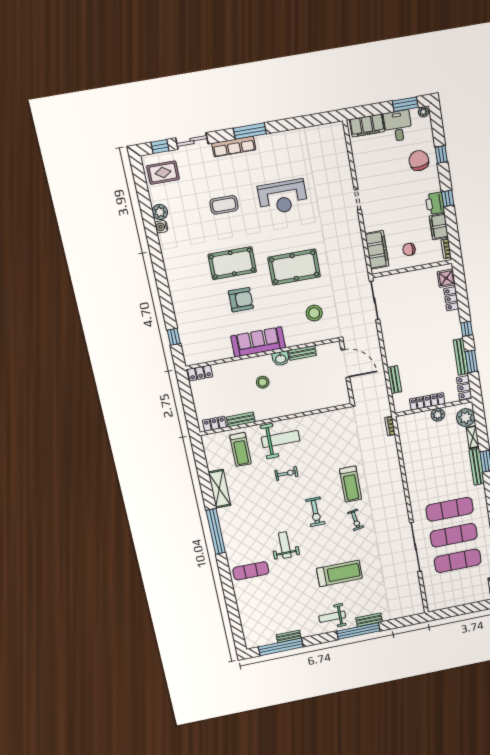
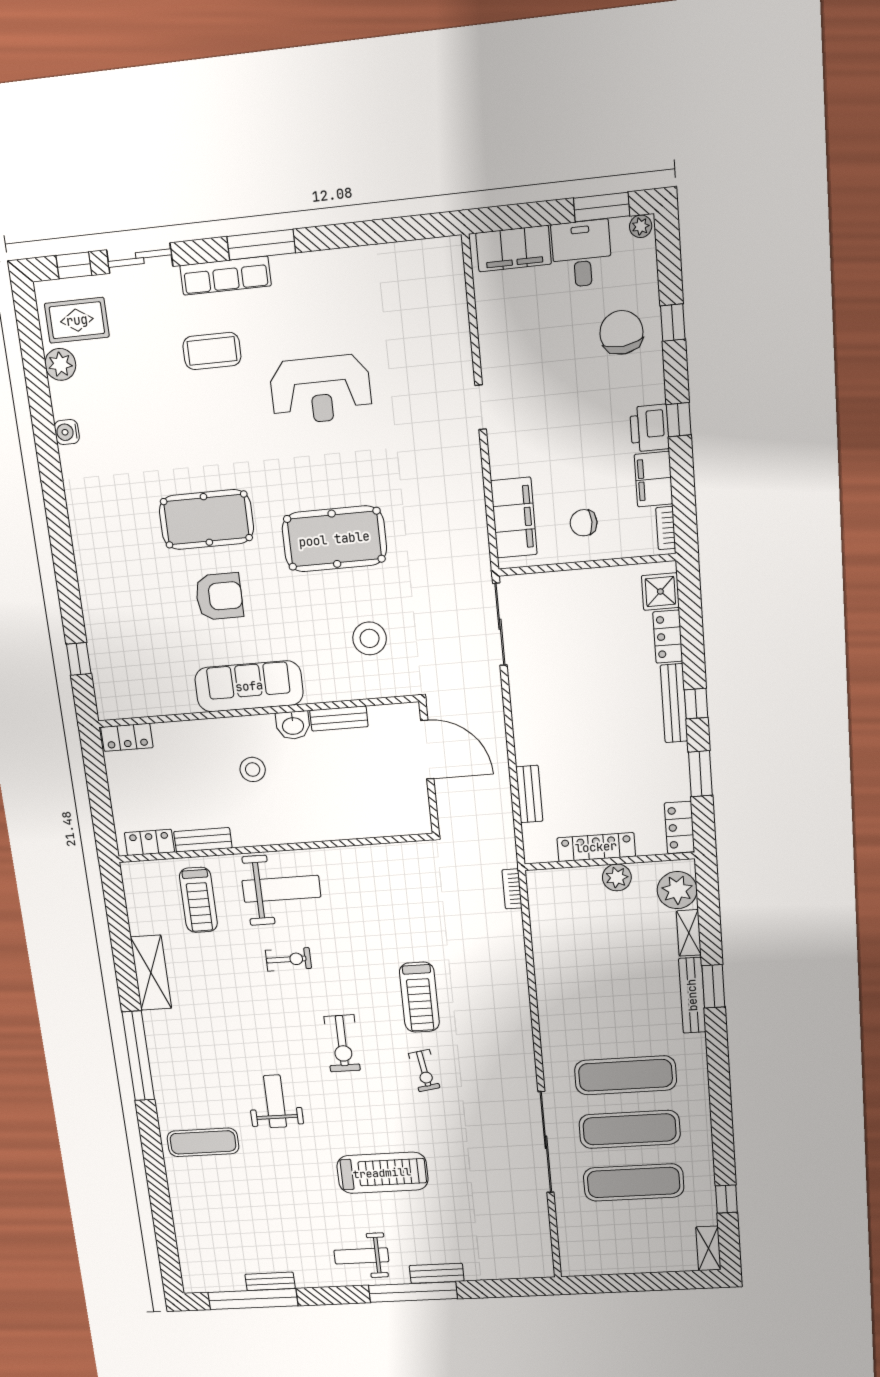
coffee table: (224, 205) -> (212, 351), moved
plant: (160, 212) -> (60, 364), moved
bench: (461, 357) -> (674, 703), moved

